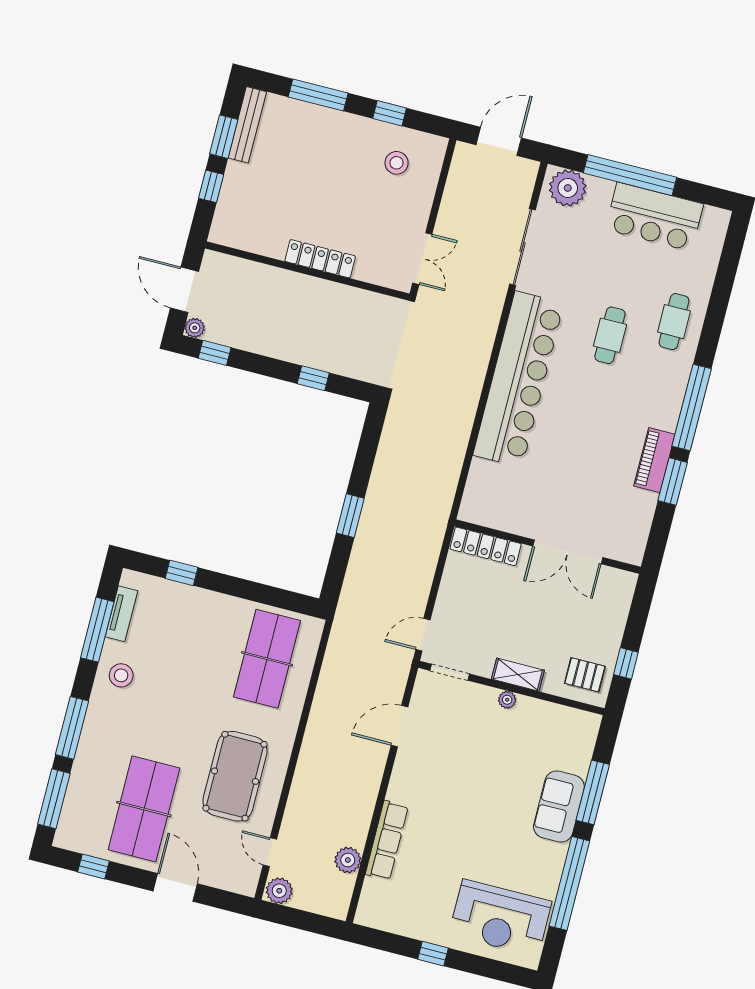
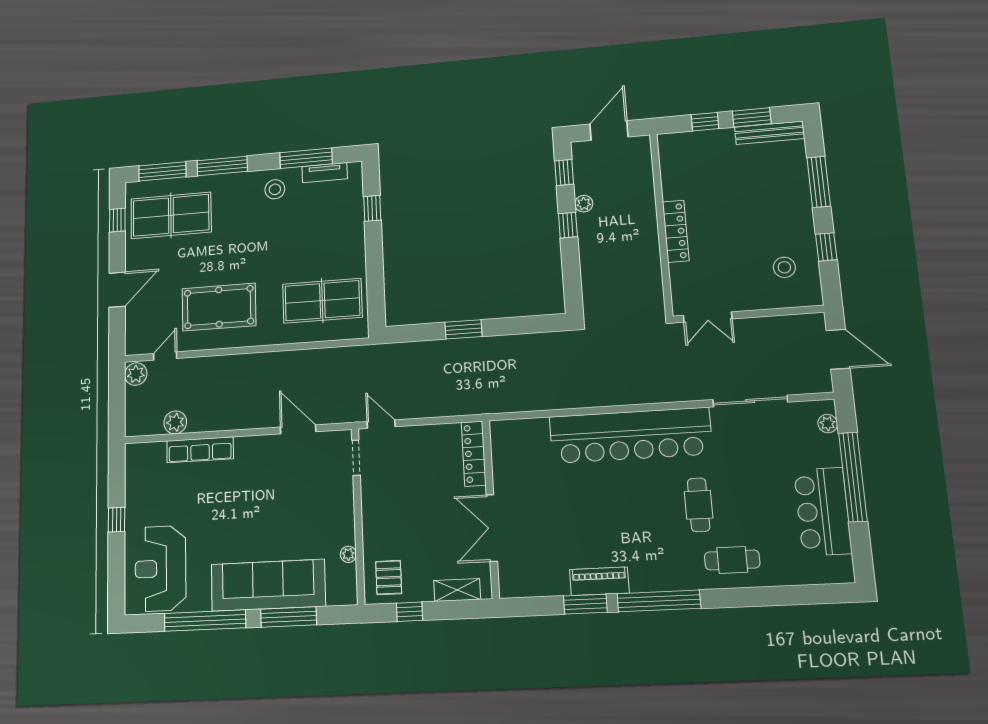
plant: (568, 188) -> (828, 424), width x0.53, depth x0.53
plant: (195, 328) -> (584, 204), moved
cafe table: (610, 335) -> (699, 505), turned 90
window: (313, 378) -> (568, 225), moved
shelving: (518, 675) -> (457, 590), moved, turned 90
plant: (507, 700) -> (348, 554), moved
sofa: (559, 807) -> (268, 585), width x1.85, depth x1.27
table tennis table: (144, 809) -> (171, 215), moved

